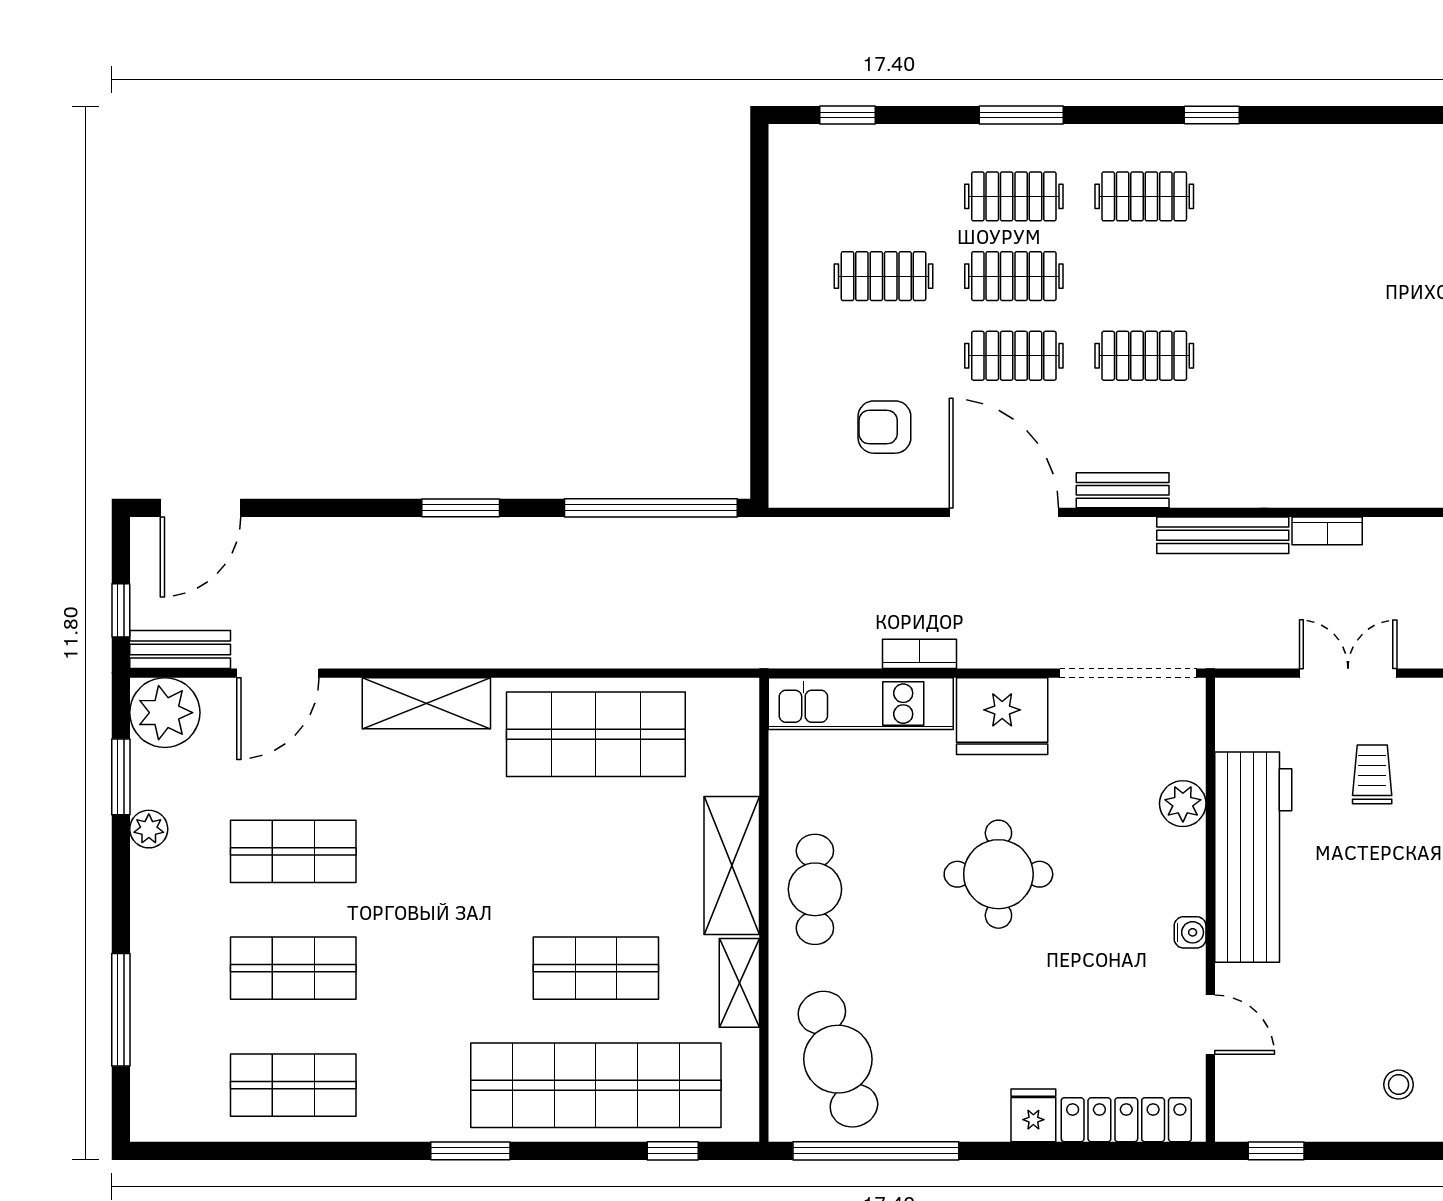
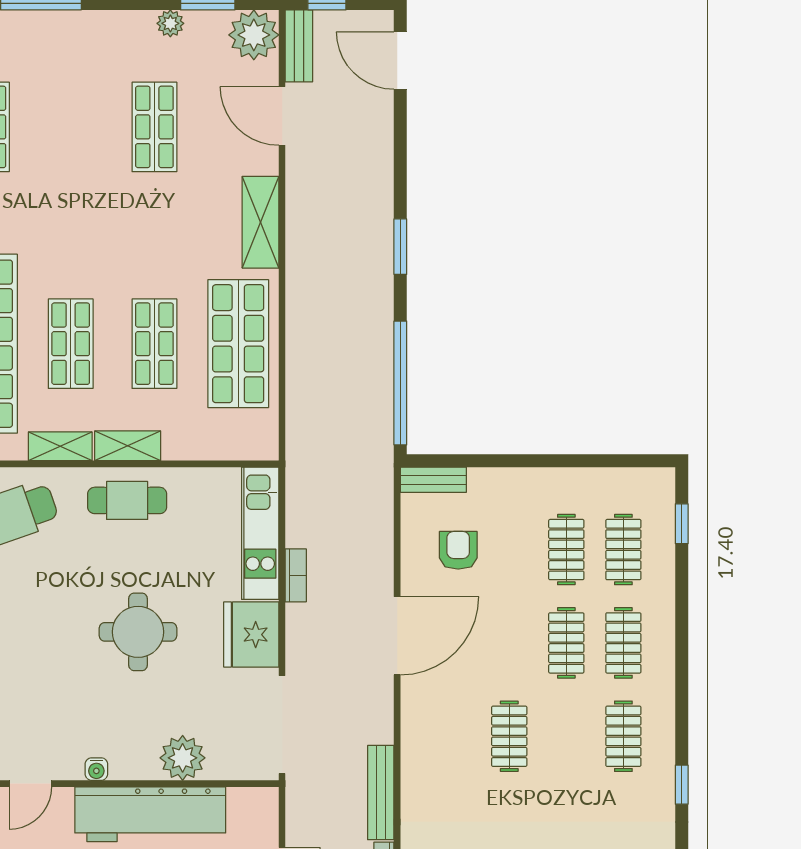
window: (1021, 115) -> (682, 648), removed
clothes rail: (1014, 356) -> (623, 550), moved
bench: (1123, 490) -> (433, 480), moved, turned 90
plant: (1183, 804) -> (183, 758), width x1.36, depth x1.36
shelving: (732, 866) -> (128, 446), width x0.67, depth x0.75
shop shelf: (293, 968) -> (154, 344), moved

